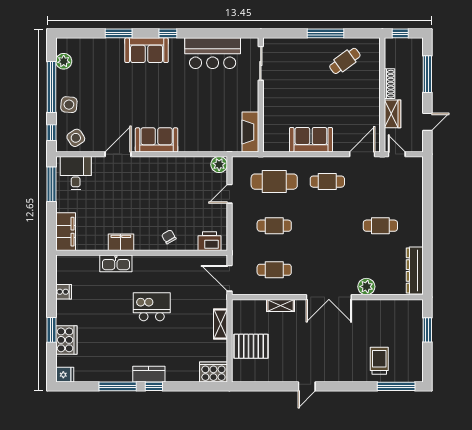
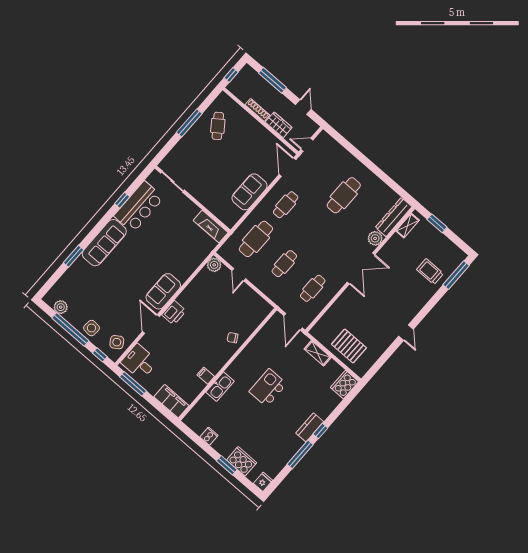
window: (168, 33) -> (122, 200), moved
sofa: (147, 50) -> (104, 243), width x1.36
cafe table: (380, 226) -> (344, 195), width x1.37, depth x1.35
printer: (210, 241) -> (174, 313), moved, turned 180
filing cabinet: (121, 242) -> (206, 376), width x0.50
dresser: (415, 270) -> (394, 217), moved, turned 90
door: (229, 278) -> (293, 322), hinge flipped
shelving: (281, 306) -> (408, 226), moved
pallet: (251, 346) -> (349, 346), turned 90

